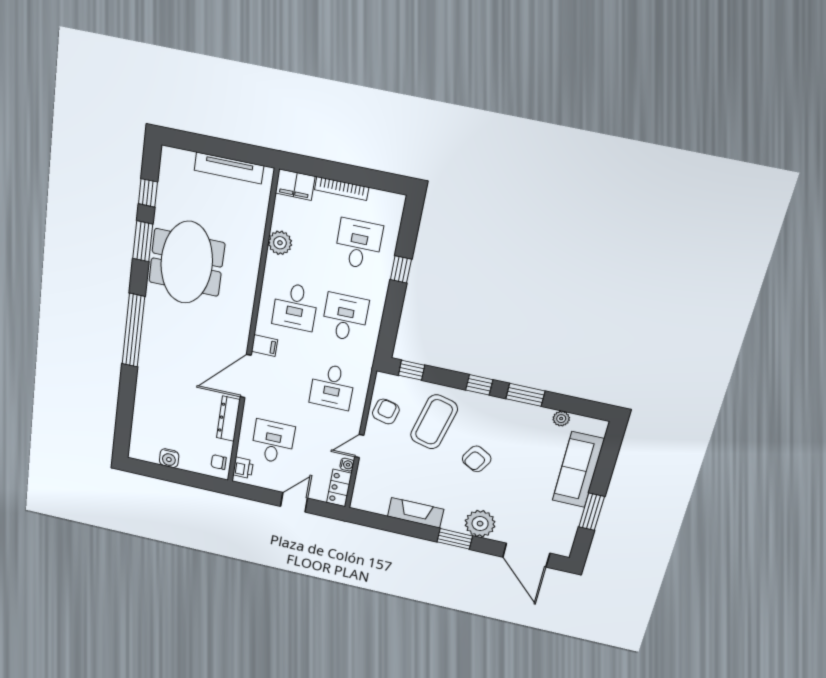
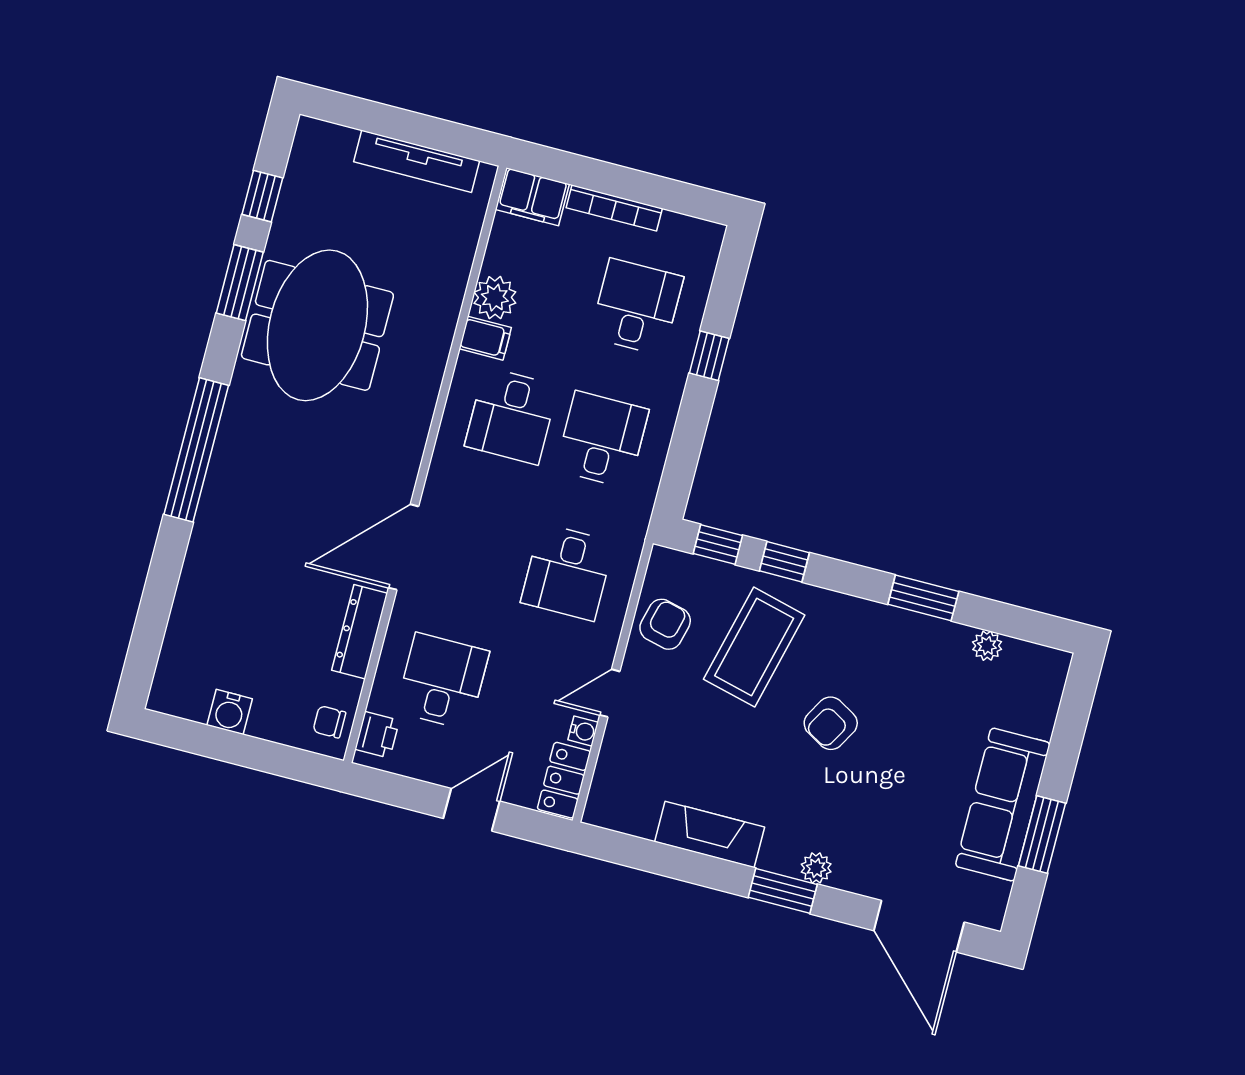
filing cabinet: (264, 346) -> (485, 338), moved
window: (479, 385) -> (784, 562), moved
sofa: (578, 470) -> (1003, 805), moved
plant: (480, 524) -> (816, 868), width x0.53, depth x0.53

